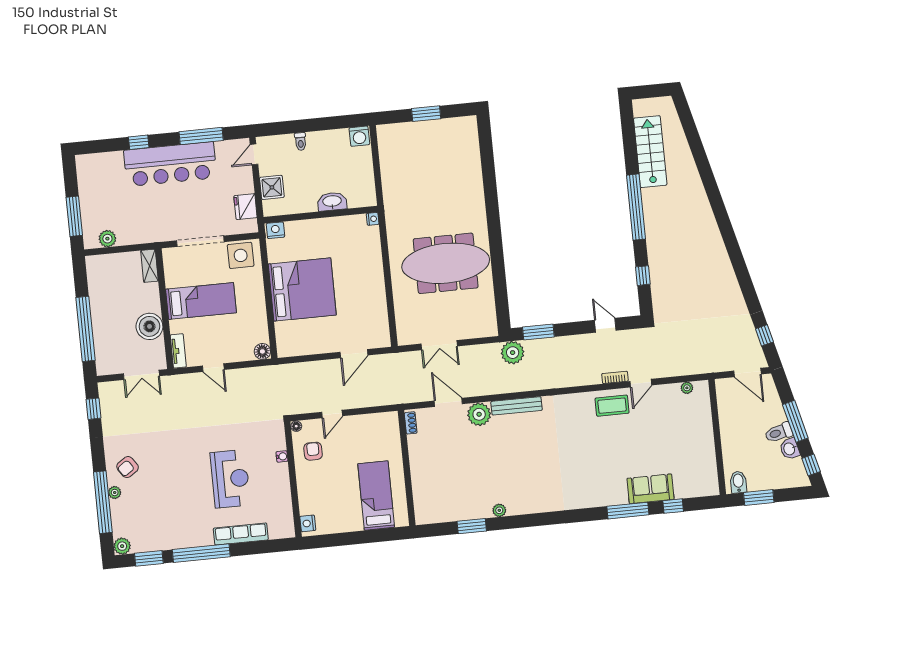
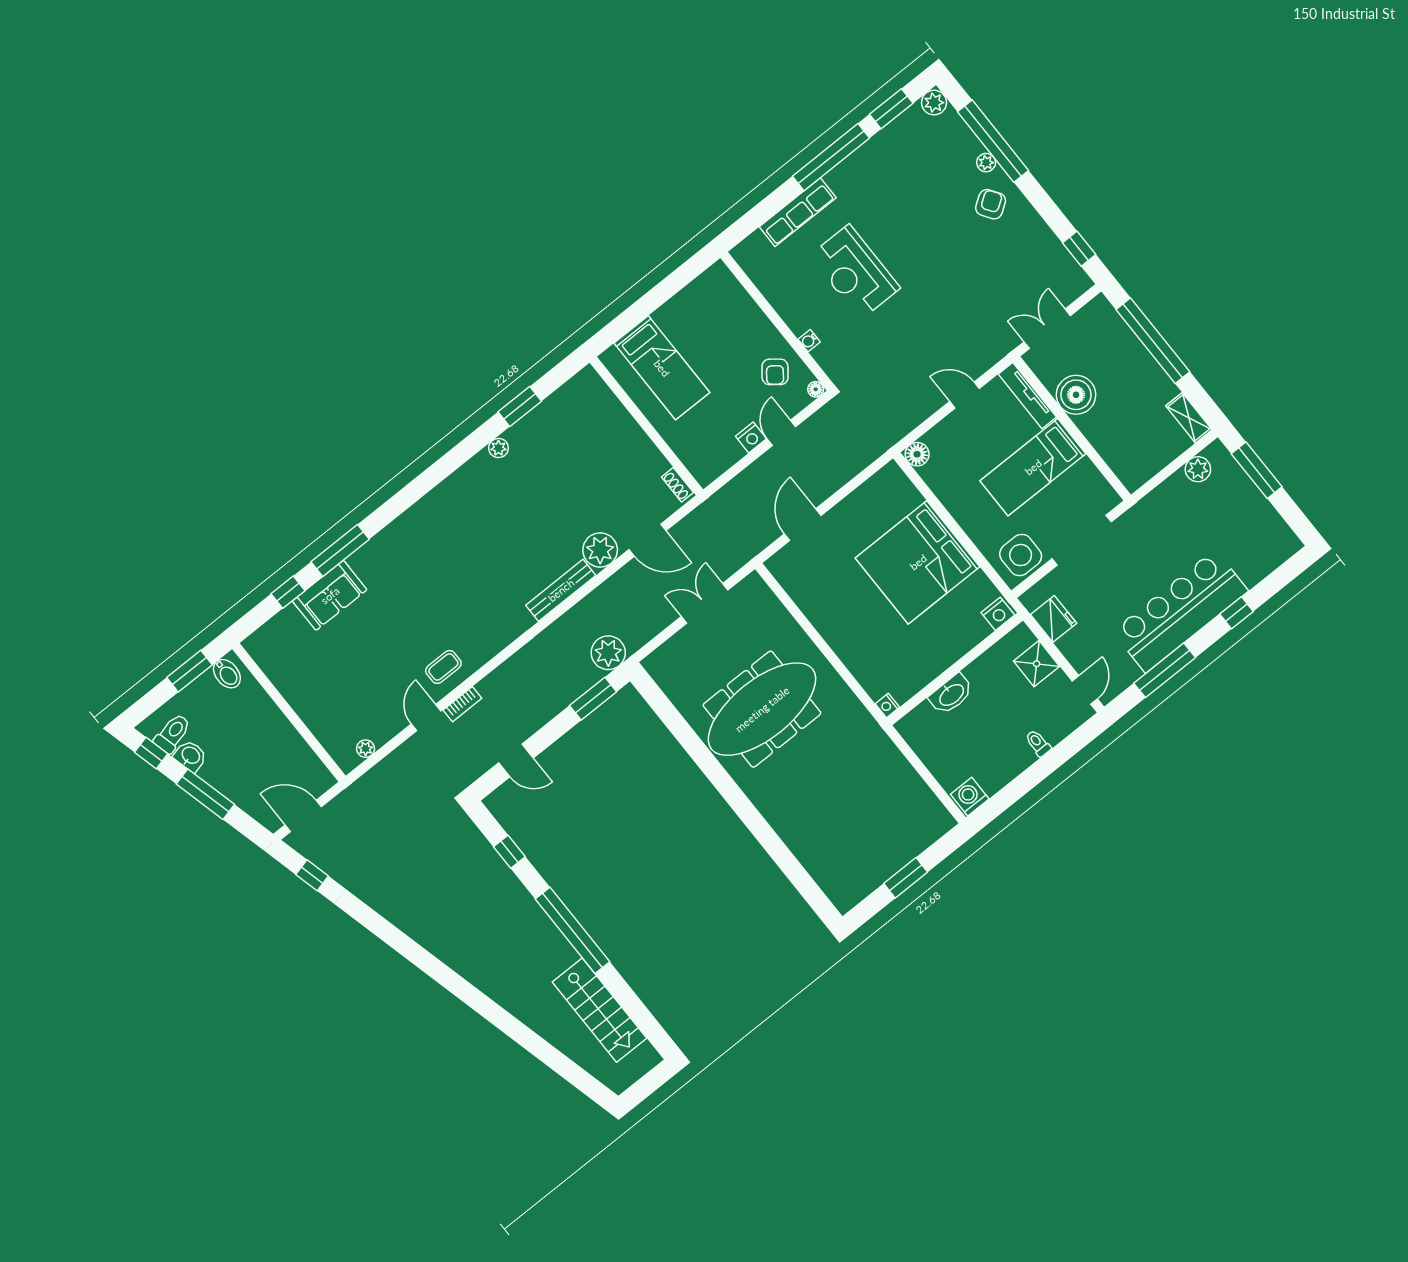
shelving: (150, 266) -> (1189, 418), moved
tv unit: (178, 351) -> (1027, 396), width x1.41
coffee table: (612, 406) -> (443, 667), width x0.73, depth x0.77
toilet: (779, 433) -> (173, 733), moved
armchair: (313, 451) -> (775, 372), turned 38
nightstand: (308, 523) -> (751, 438), moved, turned 90

